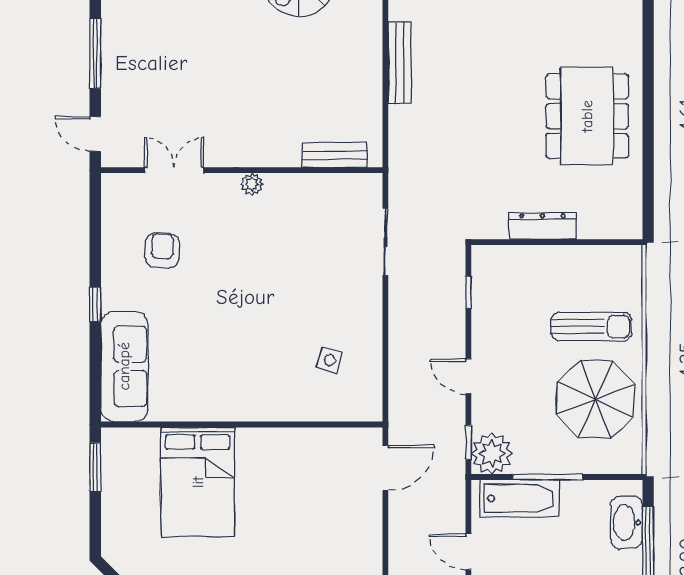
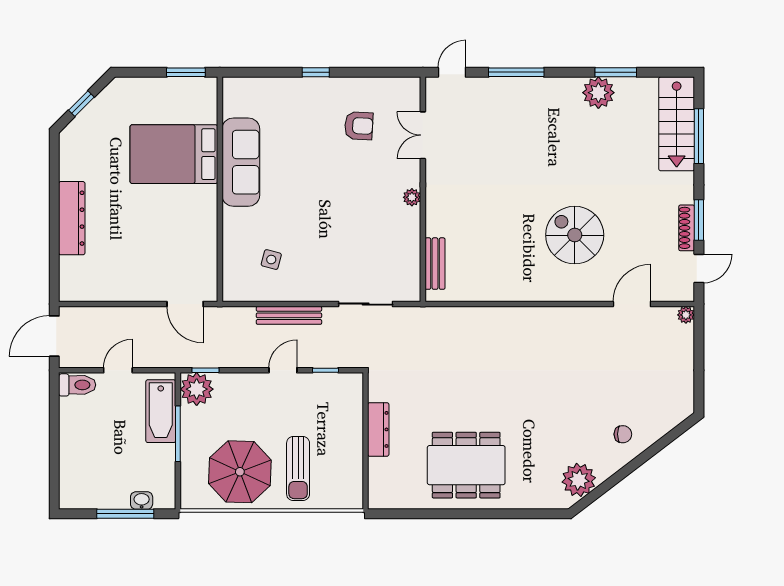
bench: (400, 63) -> (289, 315), moved
double door: (174, 170) -> (423, 135), swing flipped
sofa: (124, 366) -> (241, 162), moved, turned -90
door: (468, 376) -> (283, 370), moved
washbasin: (626, 522) -> (142, 501), width x0.52, depth x0.69

